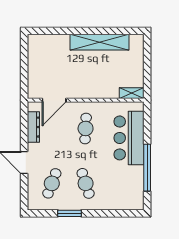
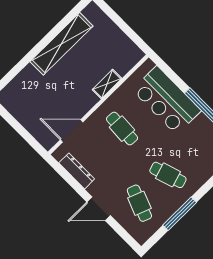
shelving: (132, 93) -> (107, 84), moved
door: (54, 100) -> (72, 131), swing flipped
window: (70, 213) -> (180, 214), width x1.44

